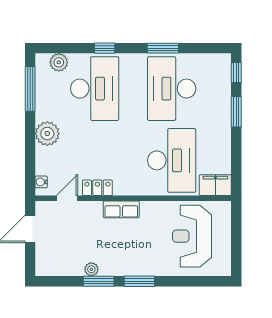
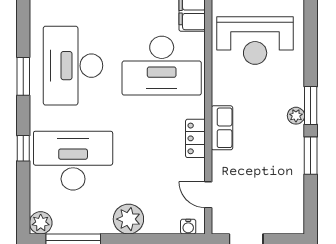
plant: (59, 62) -> (41, 223), moved
desk: (172, 89) -> (73, 66), turned 90
desk: (172, 160) -> (162, 66), turned 180
locker: (97, 188) -> (195, 138), moved
plant: (91, 269) -> (296, 116), moved

